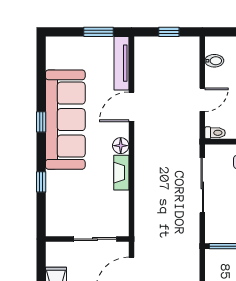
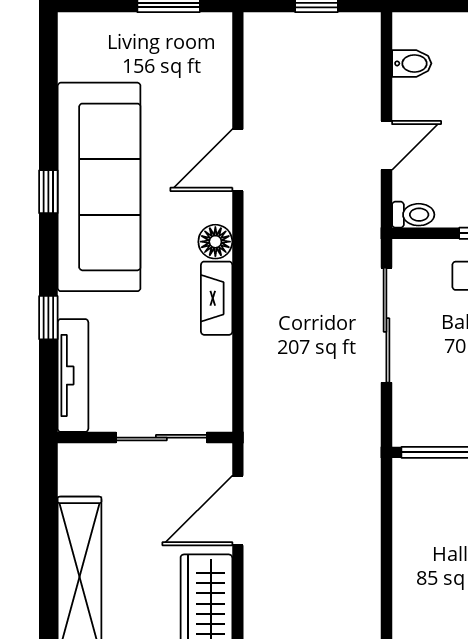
tv unit: (122, 63) -> (73, 375), moved, turned 180

